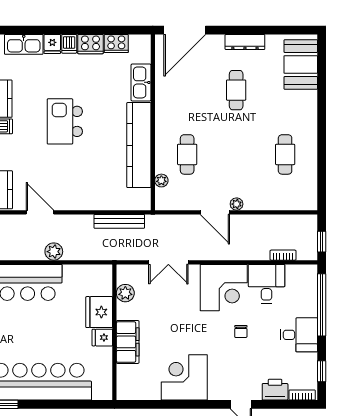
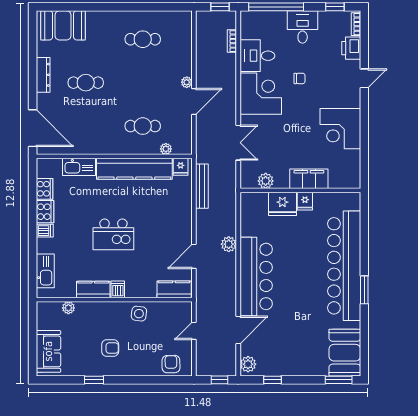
fridge: (52, 44) -> (181, 167), moved, turned 90

